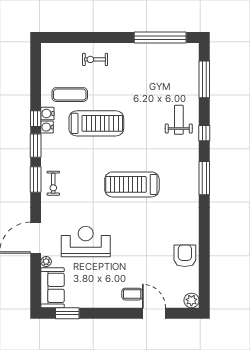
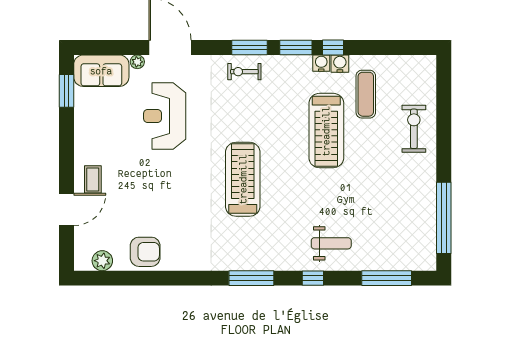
exercise bike: (95, 59) -> (414, 129), width x1.38, depth x1.39
reception desk: (86, 241) -> (165, 116), turned 180
plant: (191, 300) -> (102, 261), moved

